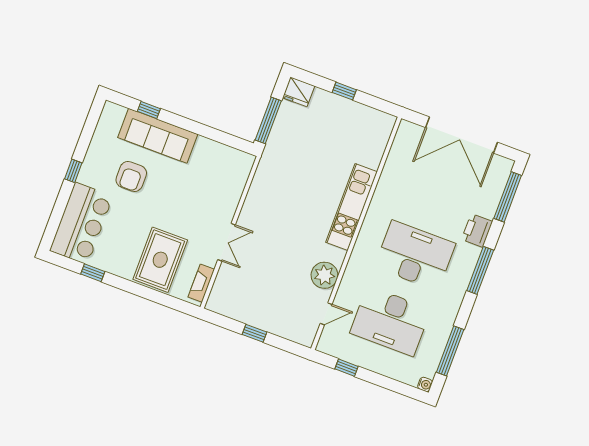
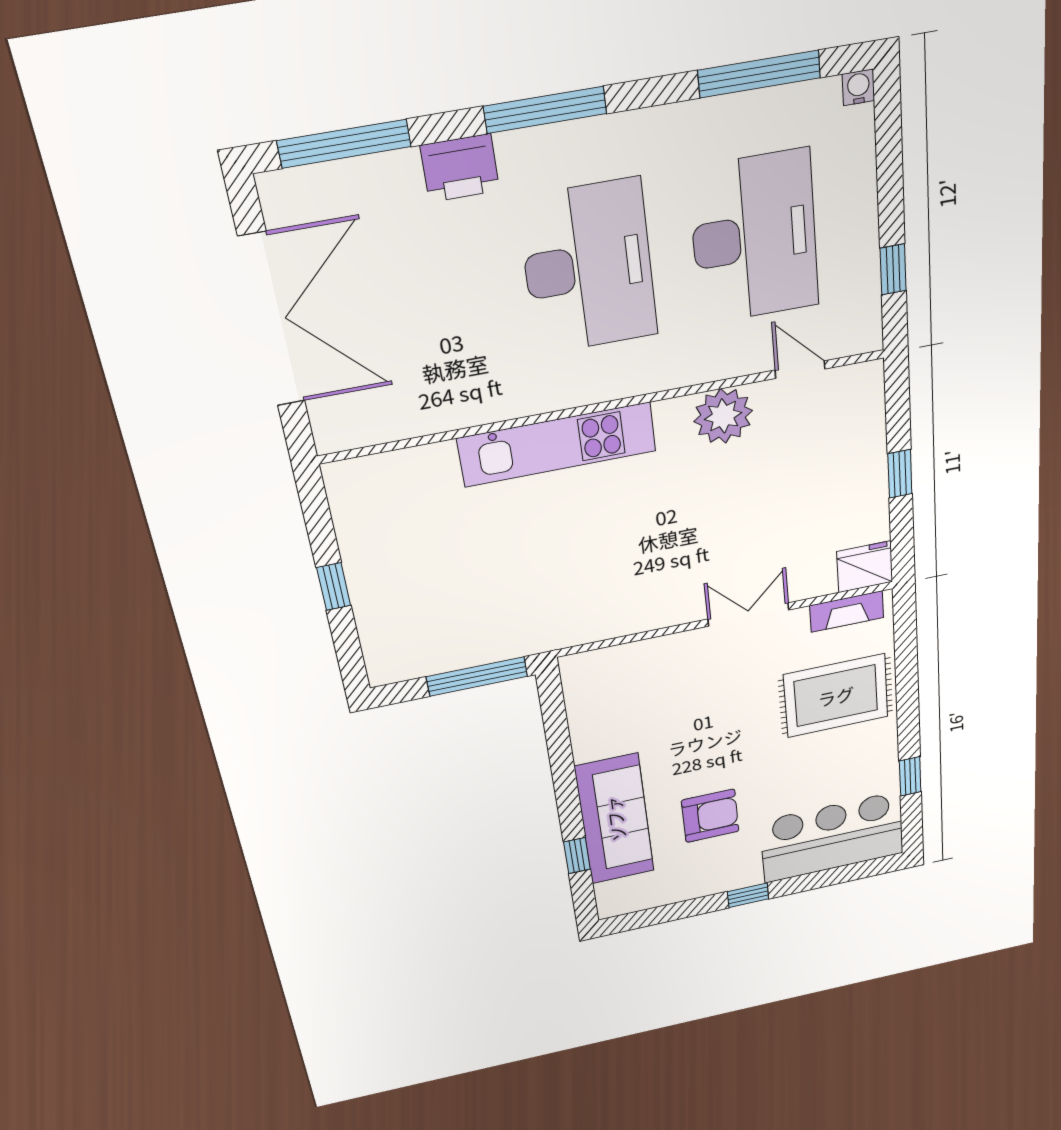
fridge: (299, 92) -> (865, 567), moved, turned -90
desk: (415, 255) -> (588, 267), turned 180

